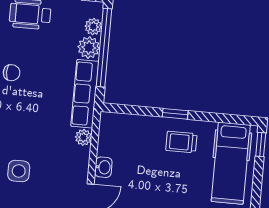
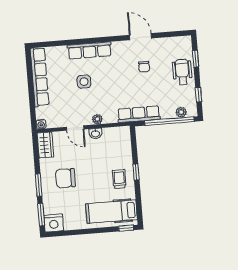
plant: (89, 47) -> (168, 112), removed
plant: (83, 137) -> (97, 119), moved

